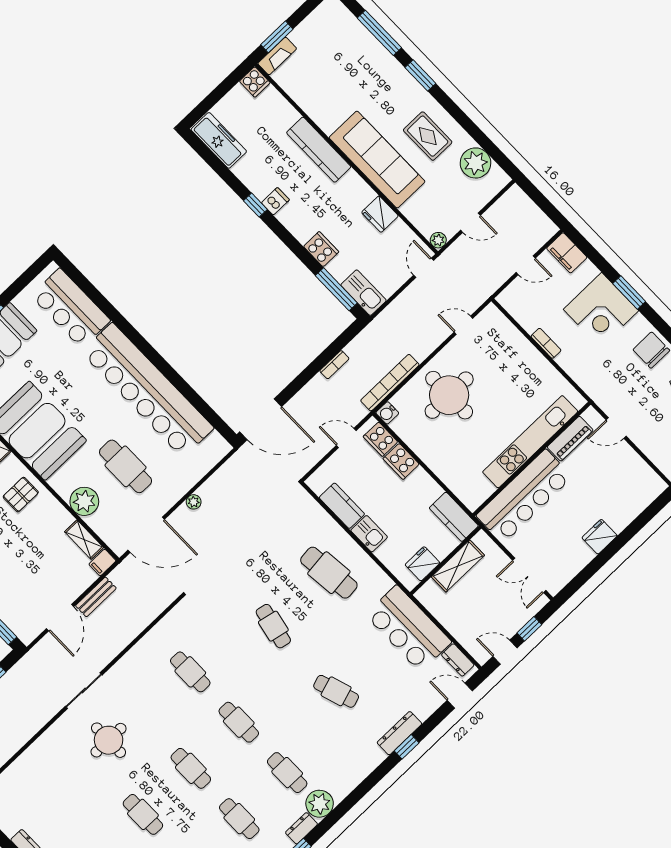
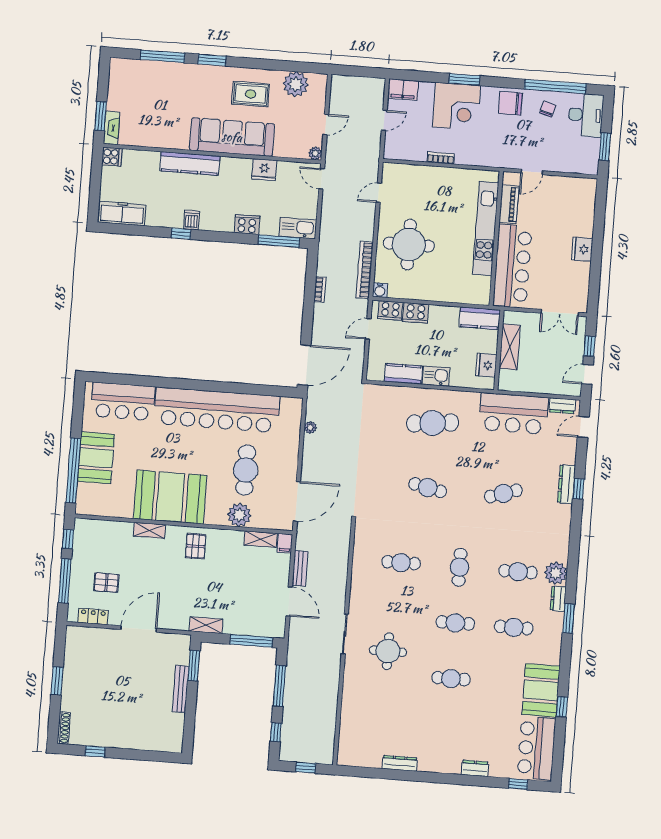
cafe table: (126, 466) -> (246, 470), turned 90
plant: (194, 502) -> (310, 427), moved
cafe table: (239, 722) -> (460, 567), turned 90

